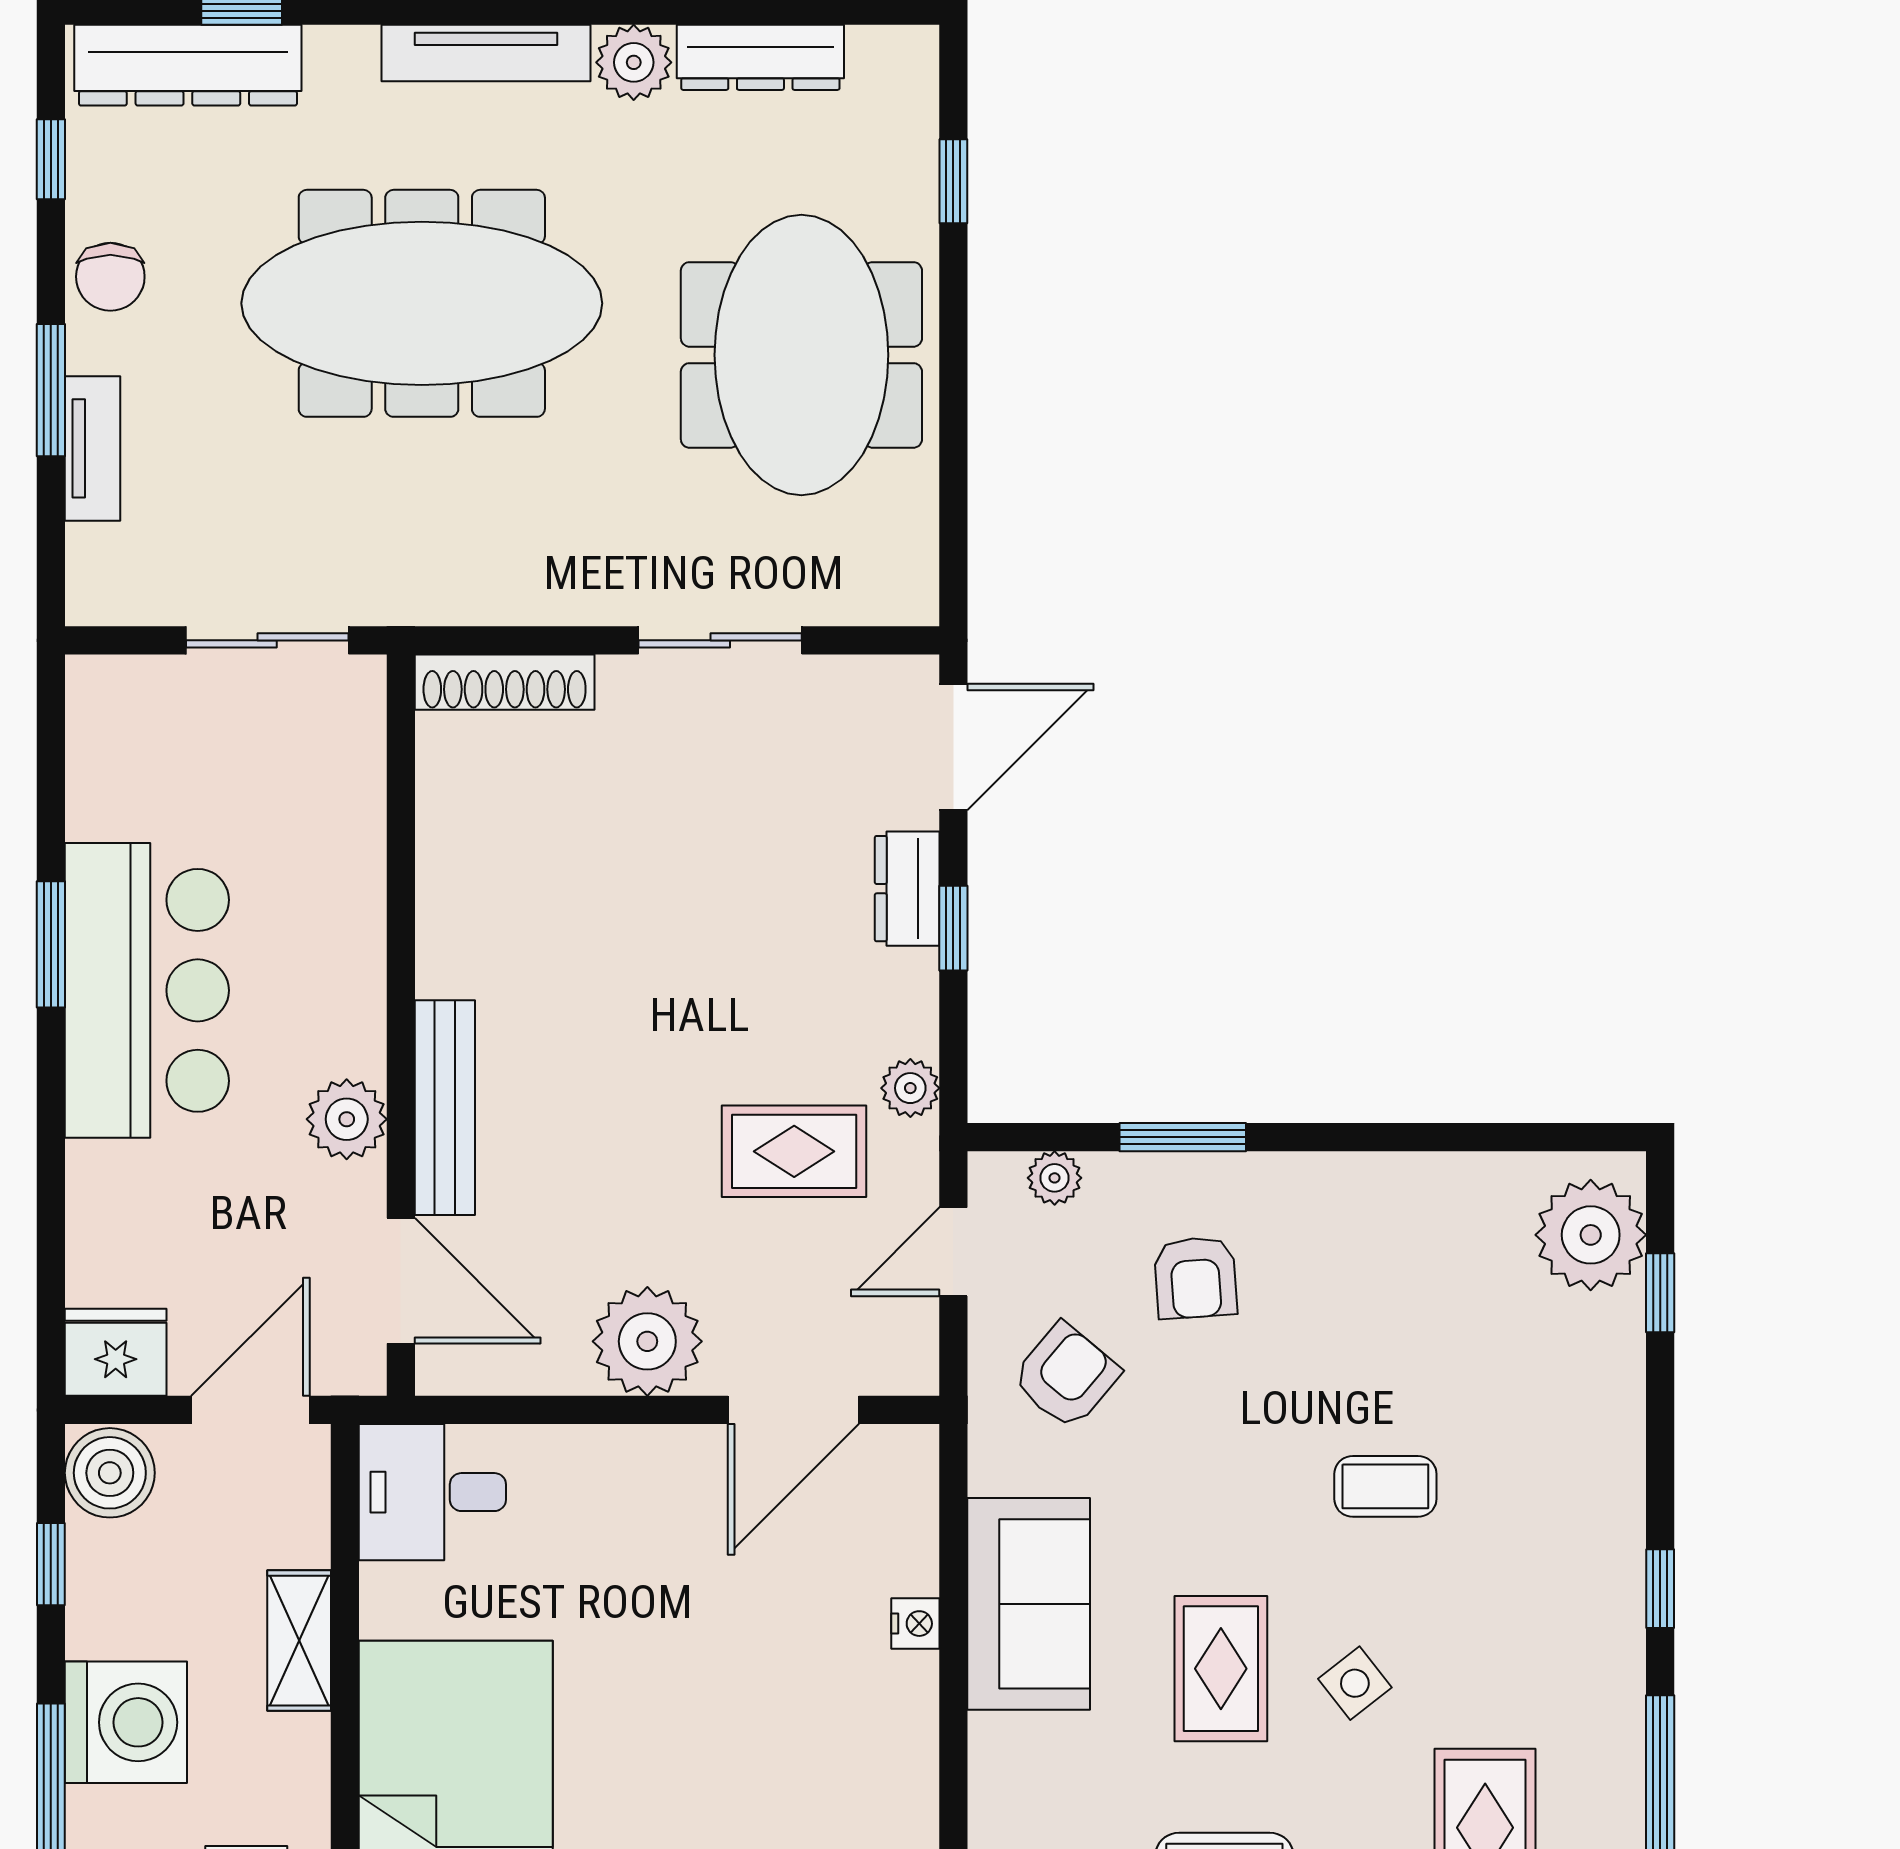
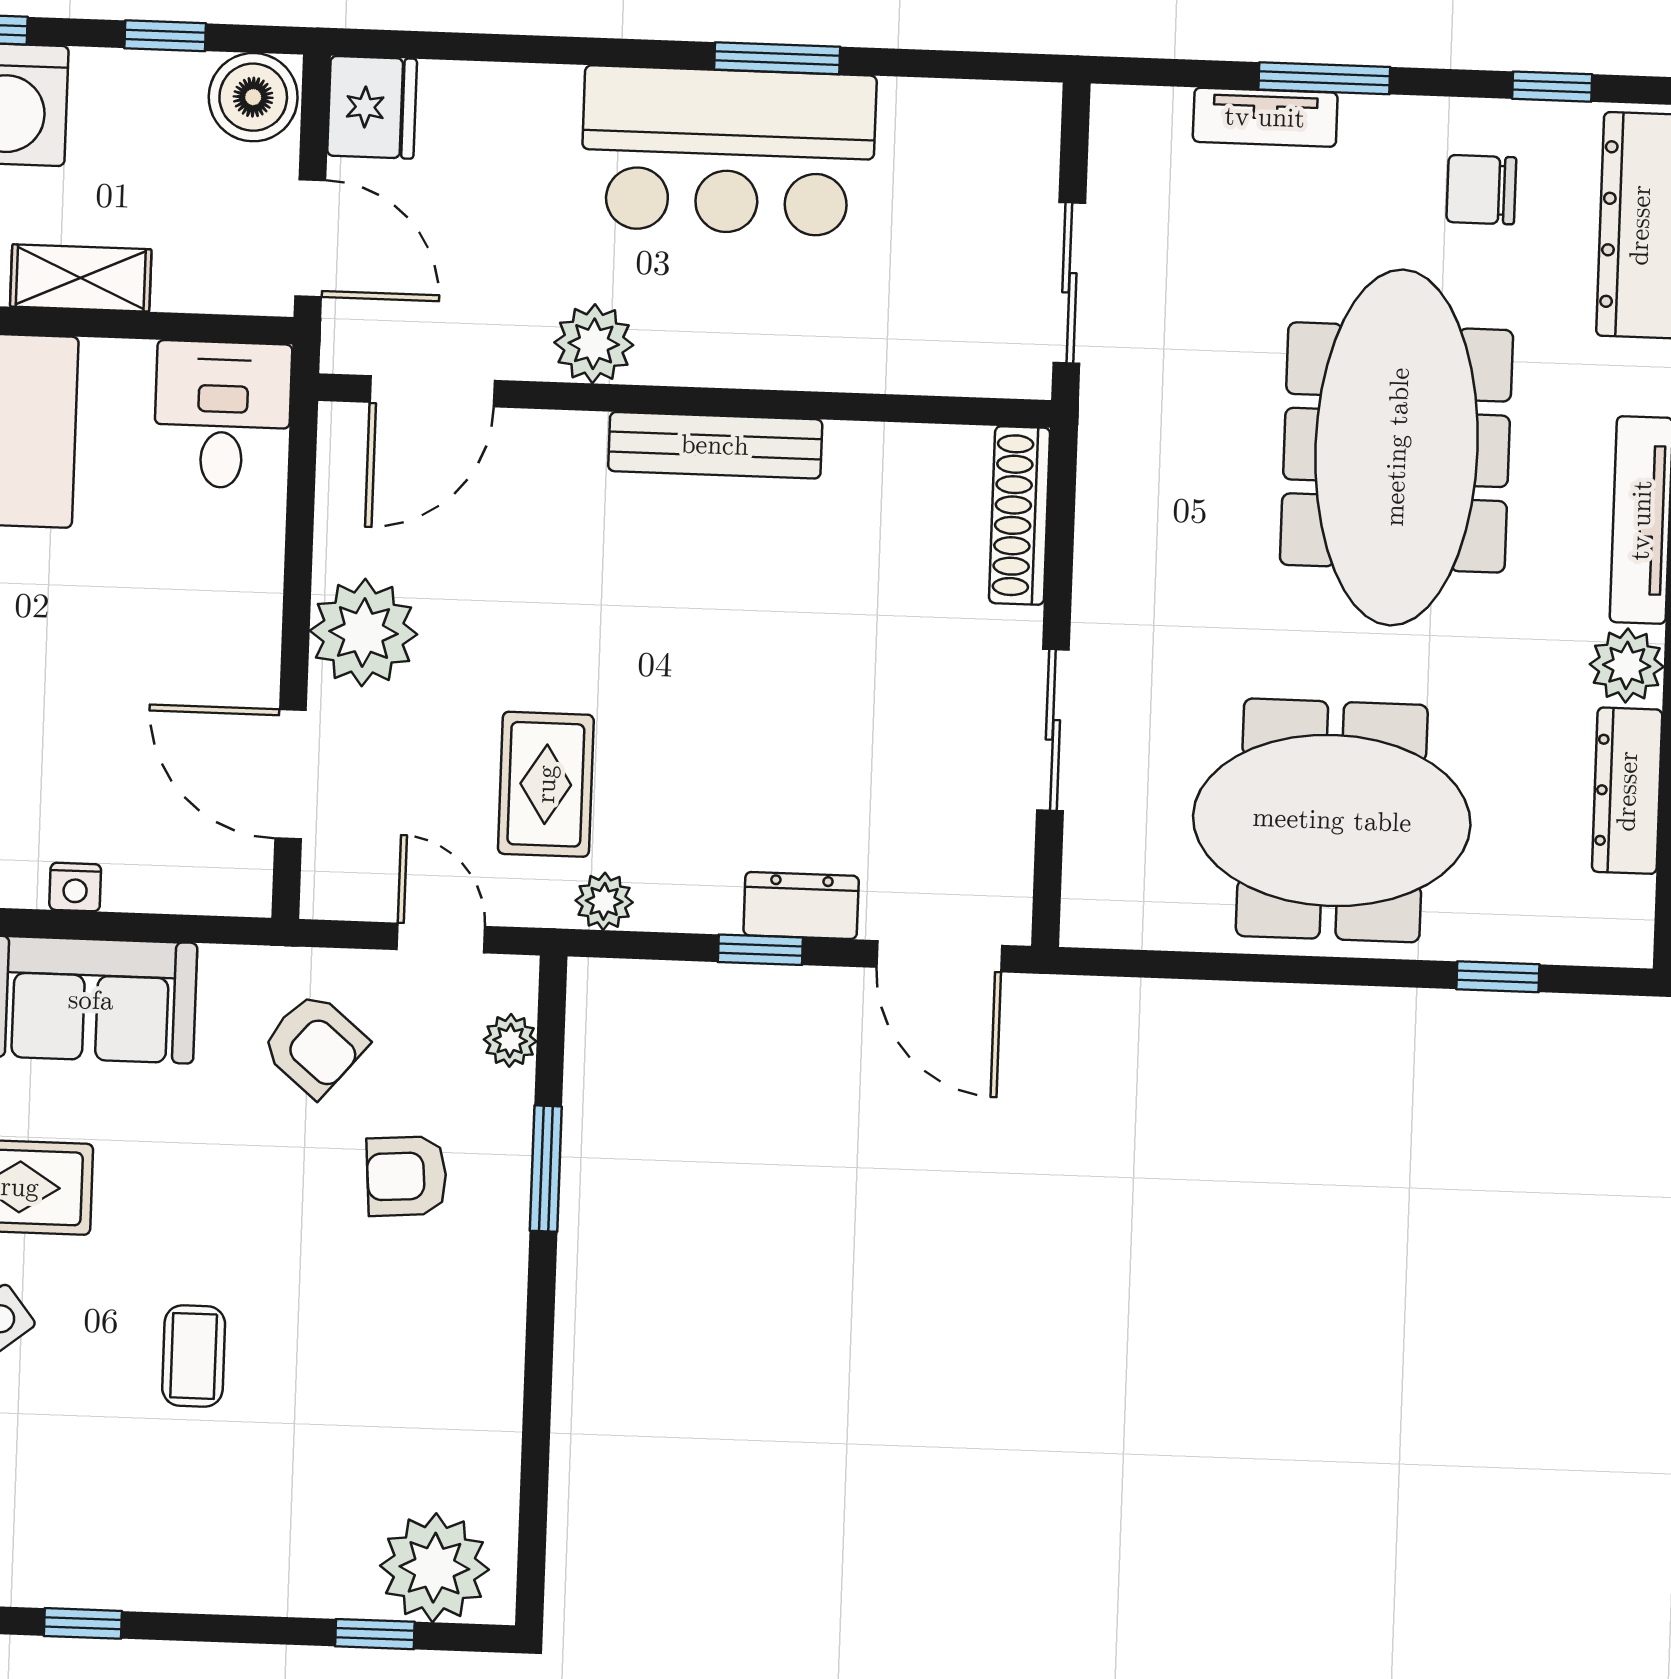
chair: (110, 277) -> (1481, 190), moved
bench: (445, 1108) -> (715, 445), moved

